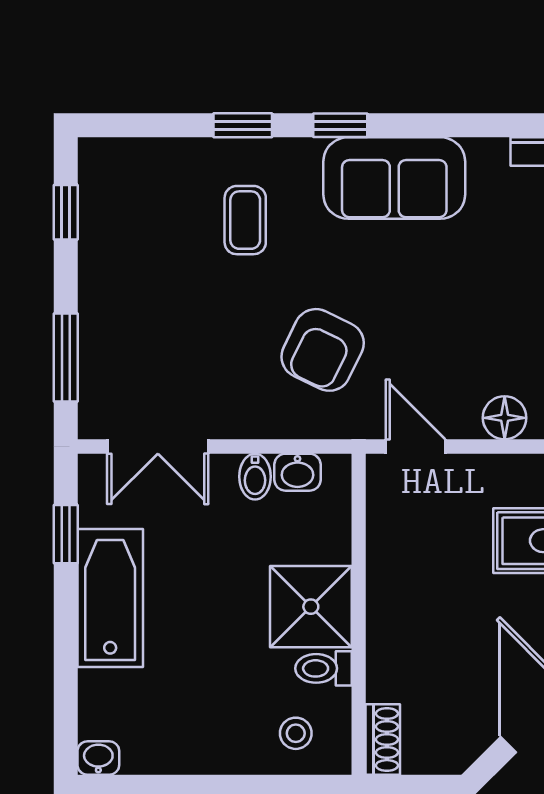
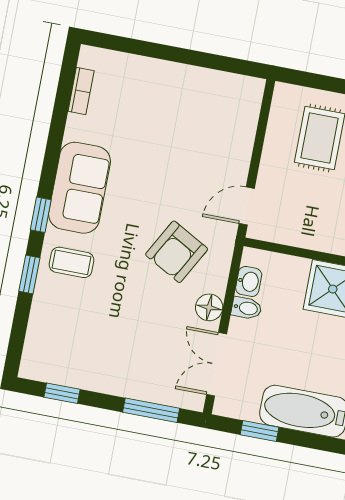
coffee table: (245, 220) -> (71, 262), moved
armchair: (323, 350) -> (177, 252), turned 93
floor lamp: (505, 418) -> (209, 307), moved
double door: (158, 446) -> (217, 364), swing flipped

